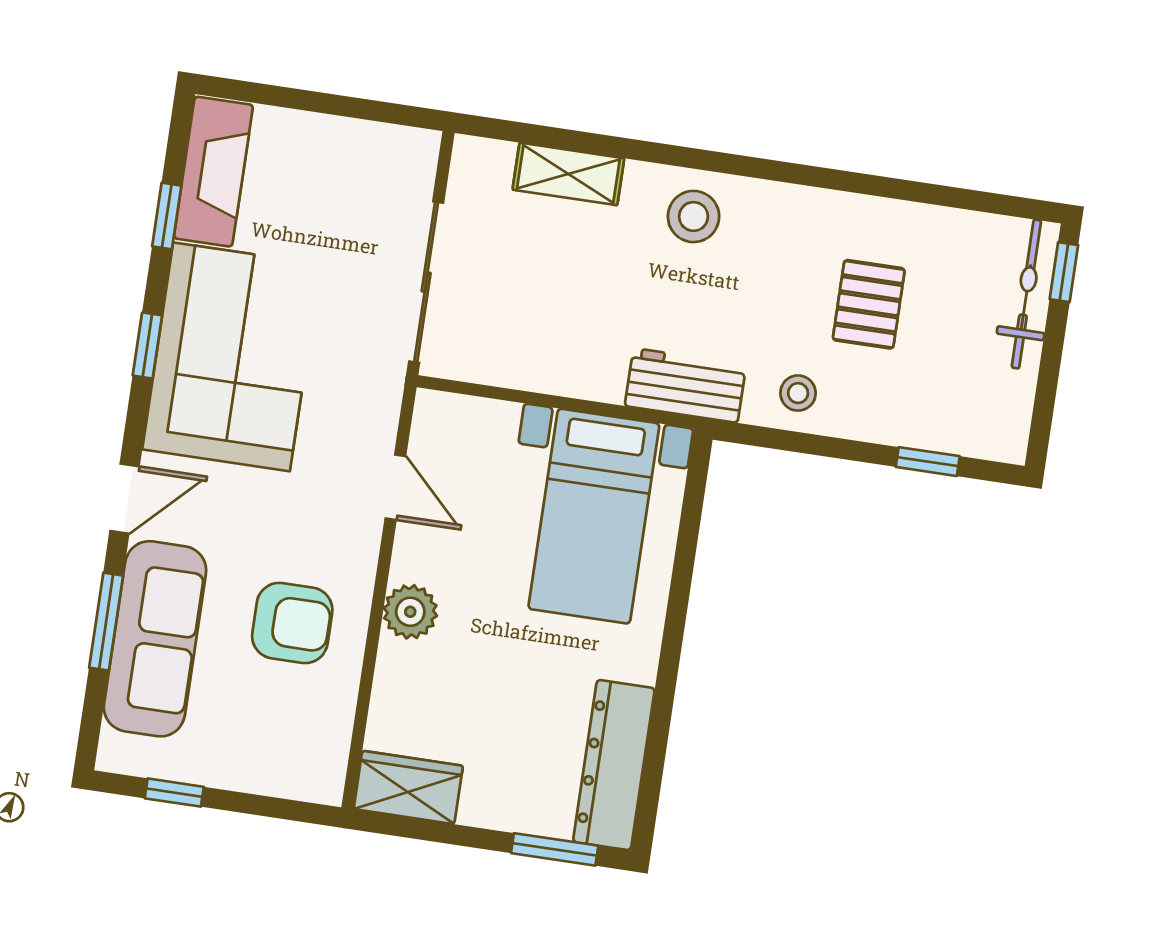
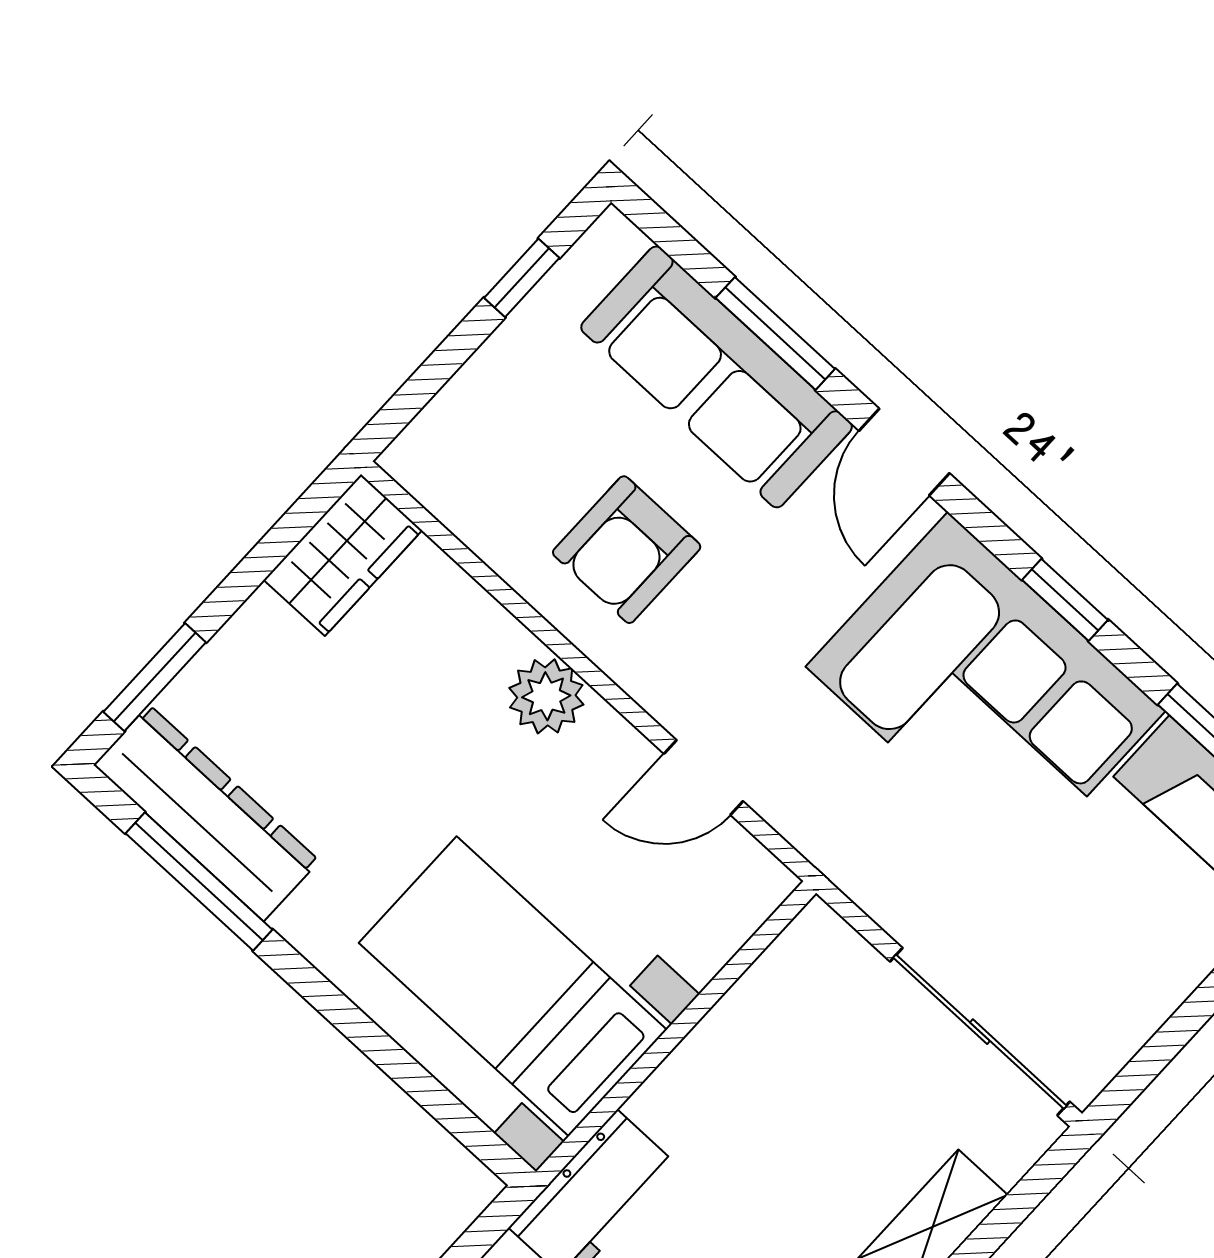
sliding door: (426, 282) -> (980, 1032), moved
window: (657, 742) -> (199, 881), added

